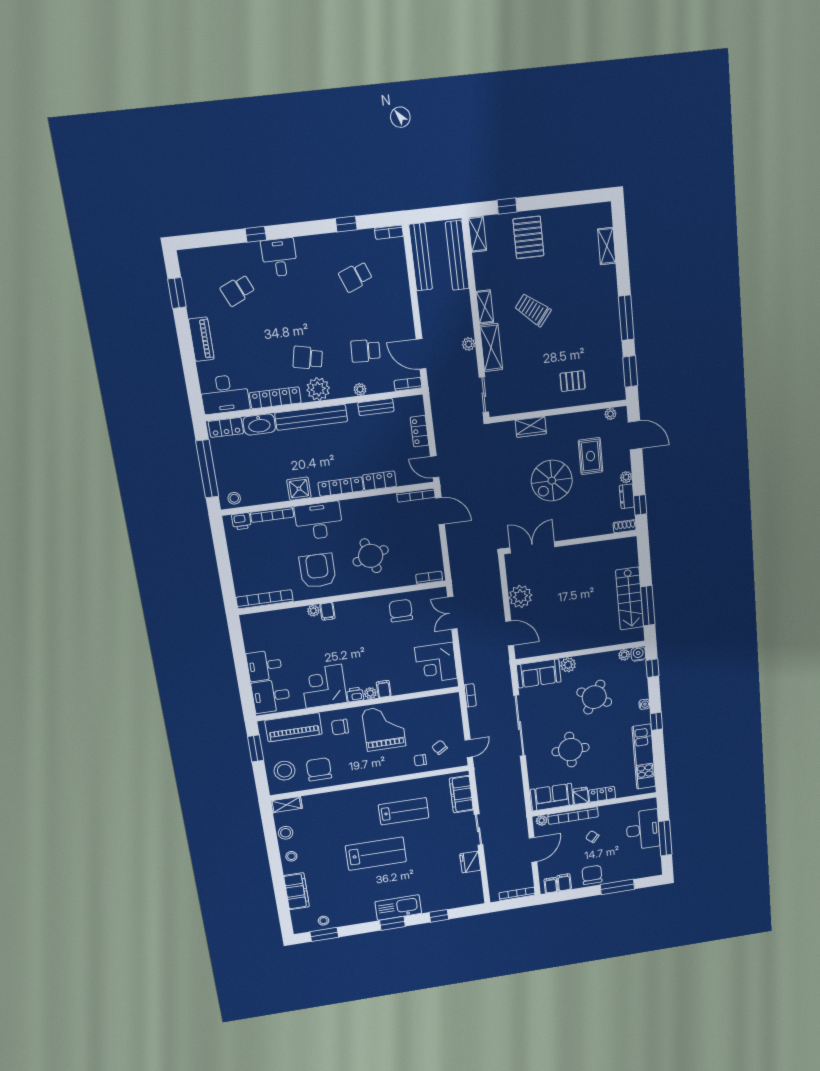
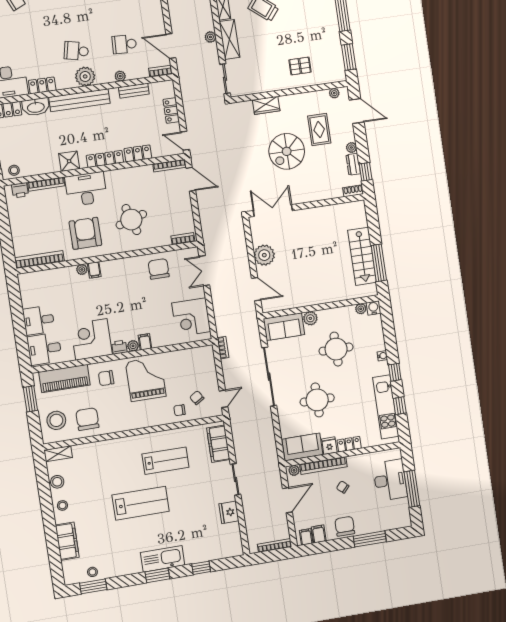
locker: (275, 398) -> (42, 85), width x0.66
window: (652, 668) -> (400, 406), moved
round table: (594, 697) -> (336, 349), turned -30

